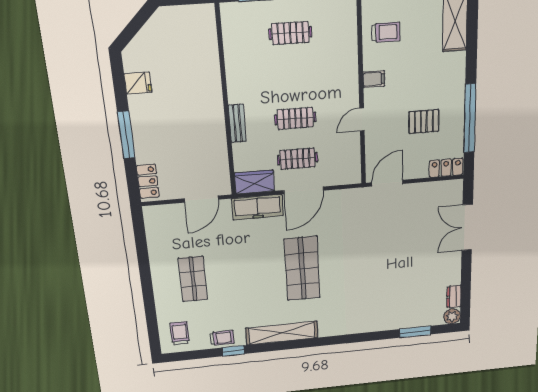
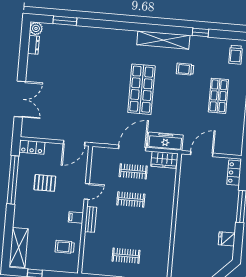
bench: (237, 123) -> (91, 219), moved
trolley: (222, 338) -> (185, 69), moved

